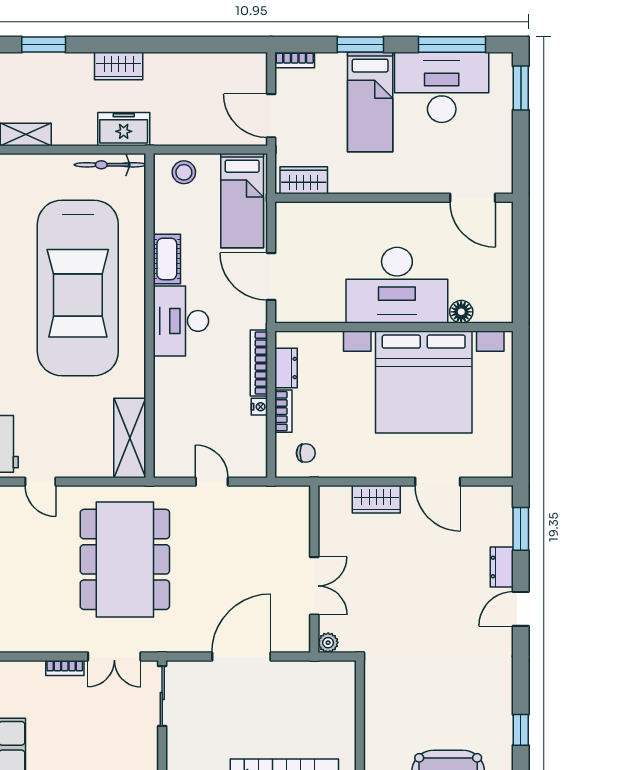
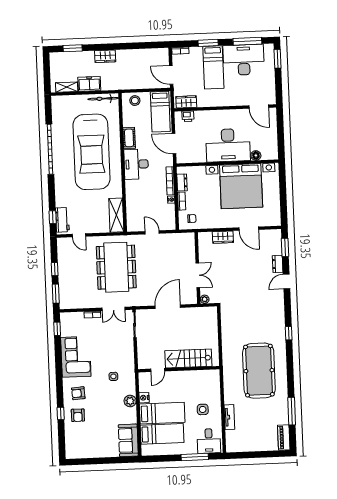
freezer: (124, 129) -> (89, 84), moved
printer: (306, 214) -> (188, 116), added

